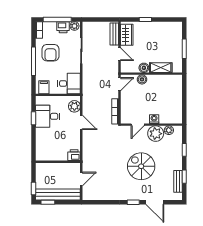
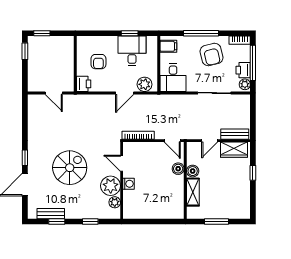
armchair: (51, 53) -> (211, 54), turned -104
armchair: (56, 143) -> (98, 62), added
bench: (58, 195) -> (34, 64), removed

